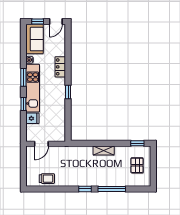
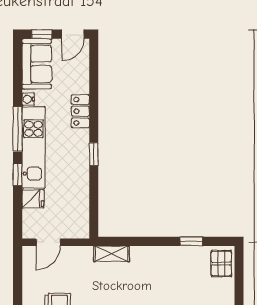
window: (23, 77) -> (18, 129), width x1.44
window: (137, 143) -> (191, 241), moved
shelving: (104, 150) -> (111, 254), moved
pallet: (137, 165) -> (221, 264), moved

